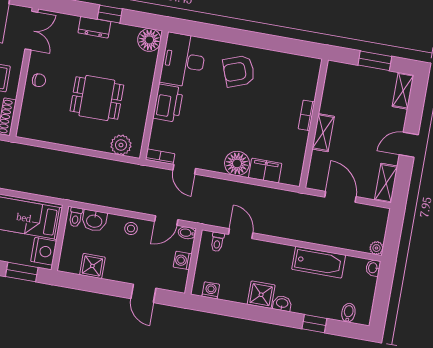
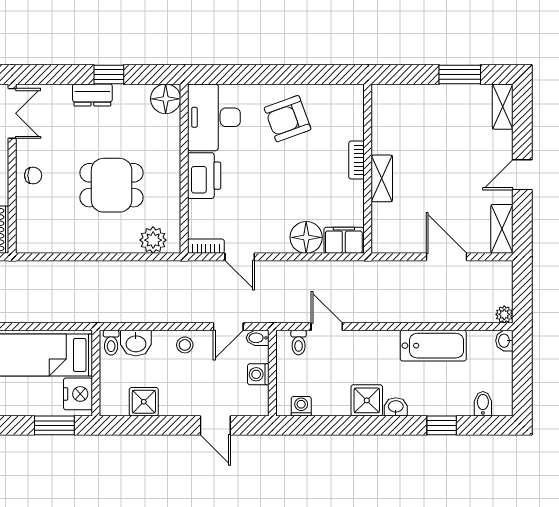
bookcase: (306, 115) -> (357, 160), moved
wall: (314, 123) -> (368, 169), moved
shelving: (323, 133) -> (382, 178), moved

